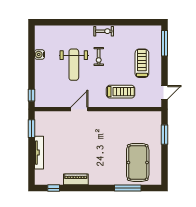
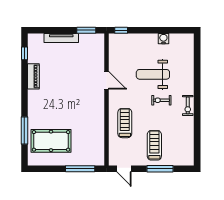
window: (165, 43) -> (160, 169), moved
treadmill: (142, 63) -> (154, 145), turned -90
treadmill: (121, 92) -> (125, 123), turned 180
window: (165, 135) -> (80, 169), width x1.44

